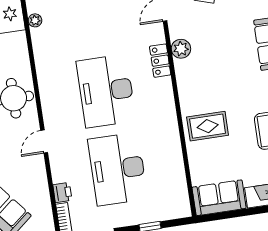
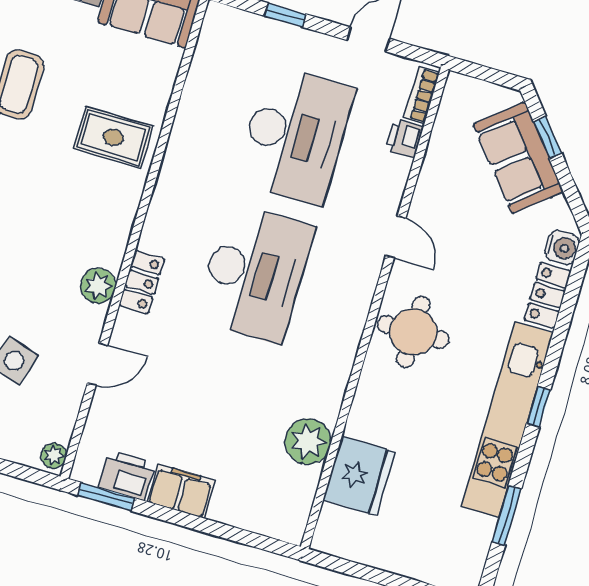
plant: (35, 20) -> (308, 441), width x1.88, depth x1.88
door: (44, 142) -> (396, 237), hinge flipped

